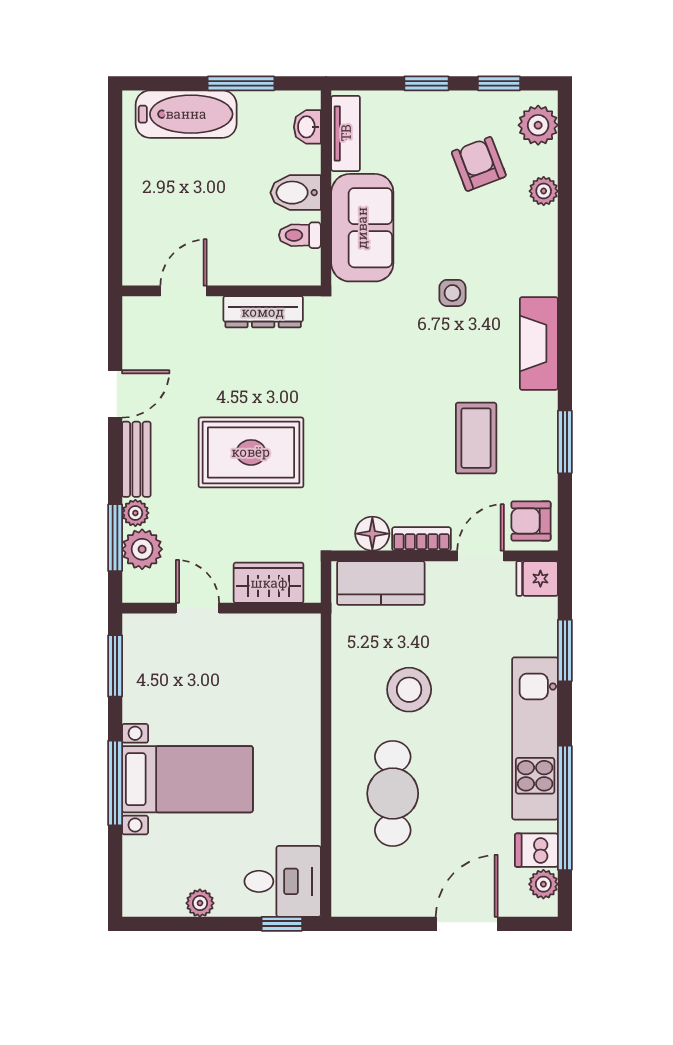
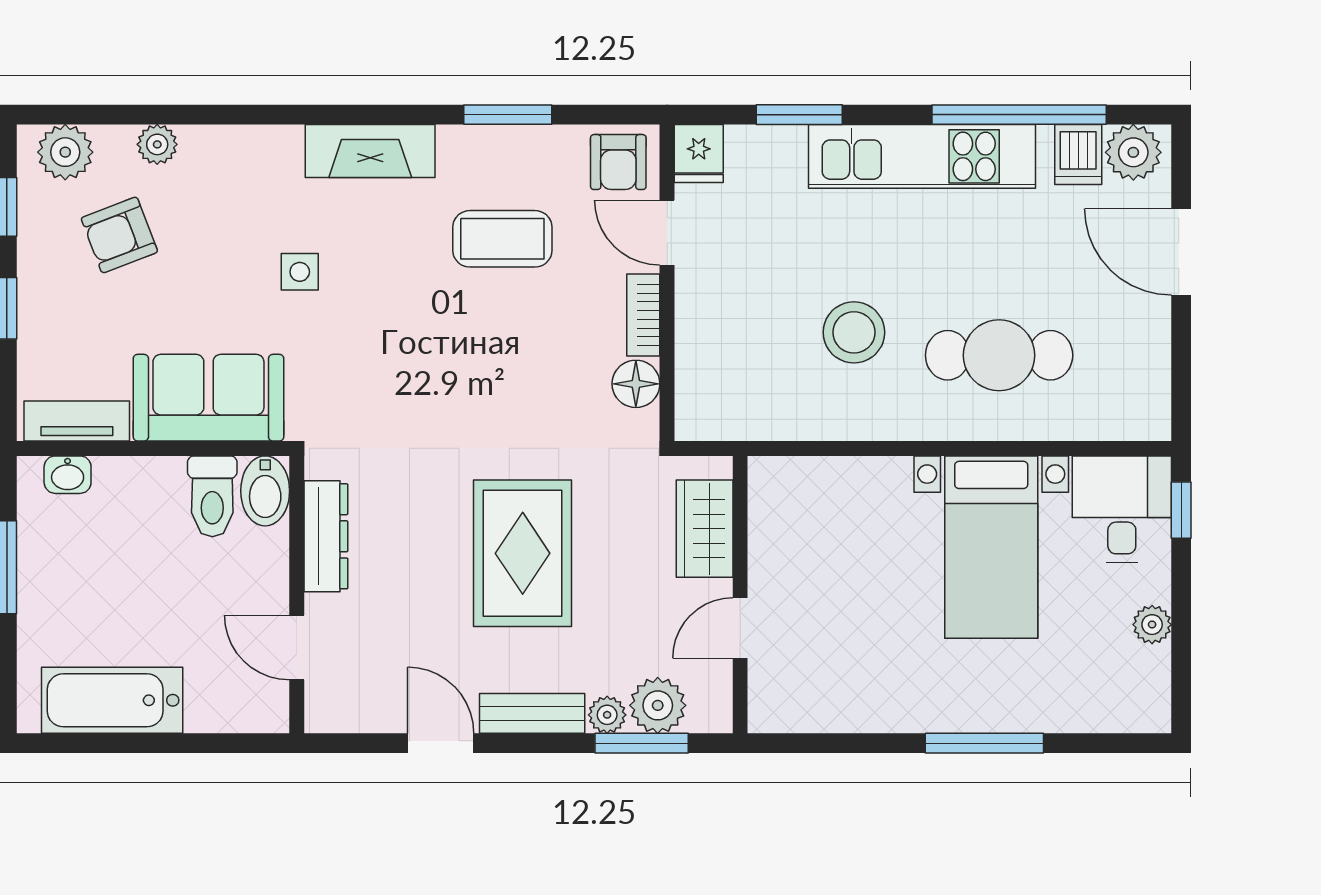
bathtub: (186, 114) -> (112, 700), moved, turned -90
bidet: (296, 193) -> (265, 491), moved
toilet: (300, 235) -> (212, 496), width x1.37, depth x1.39
kitchen counter: (381, 583) -> (705, 372), removed
window: (115, 666) -> (821, 743), removed
bed with nightstands: (187, 779) -> (991, 547), moved, turned 180
plant: (543, 884) -> (1133, 152), width x1.38, depth x1.38

